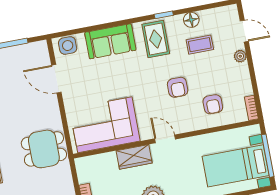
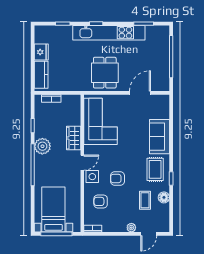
rug: (156, 39) -> (155, 169), turned 90
side table: (68, 46) -> (92, 177), moved
dining table: (44, 149) -> (105, 73), moved

